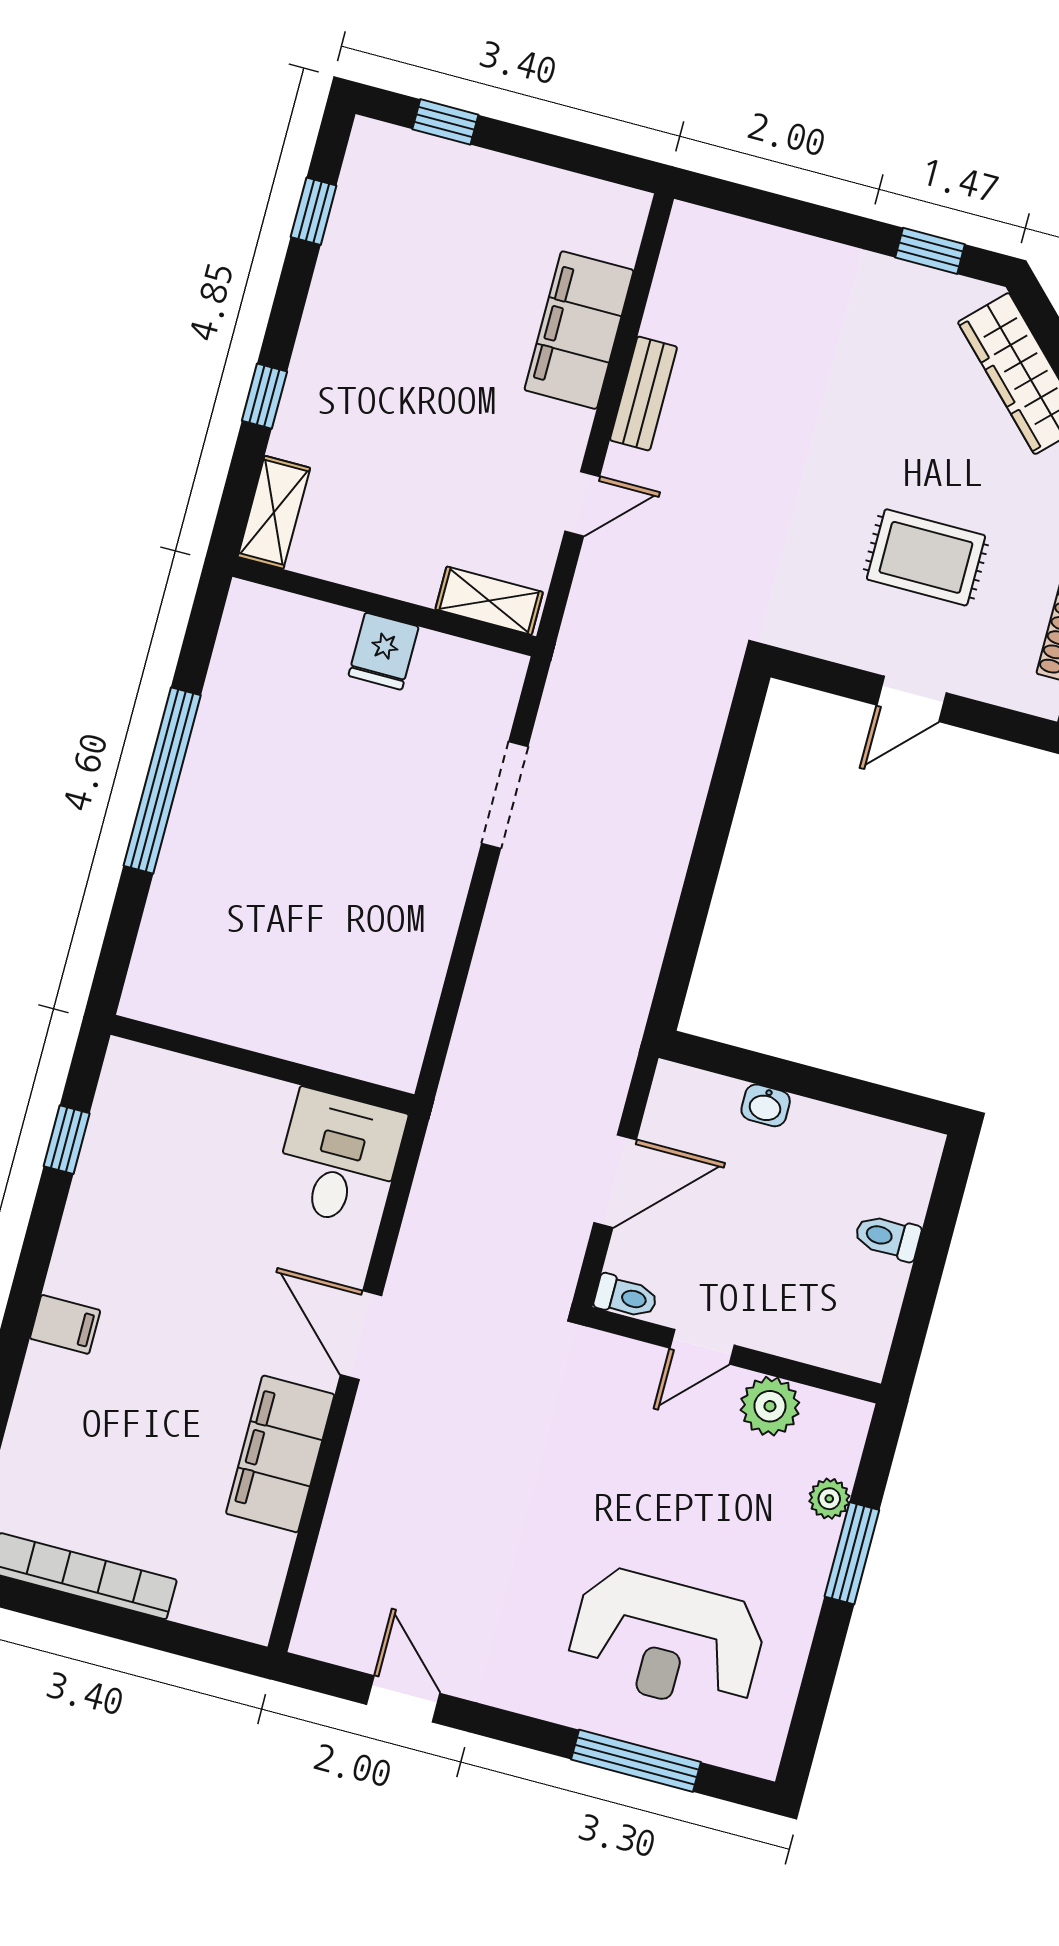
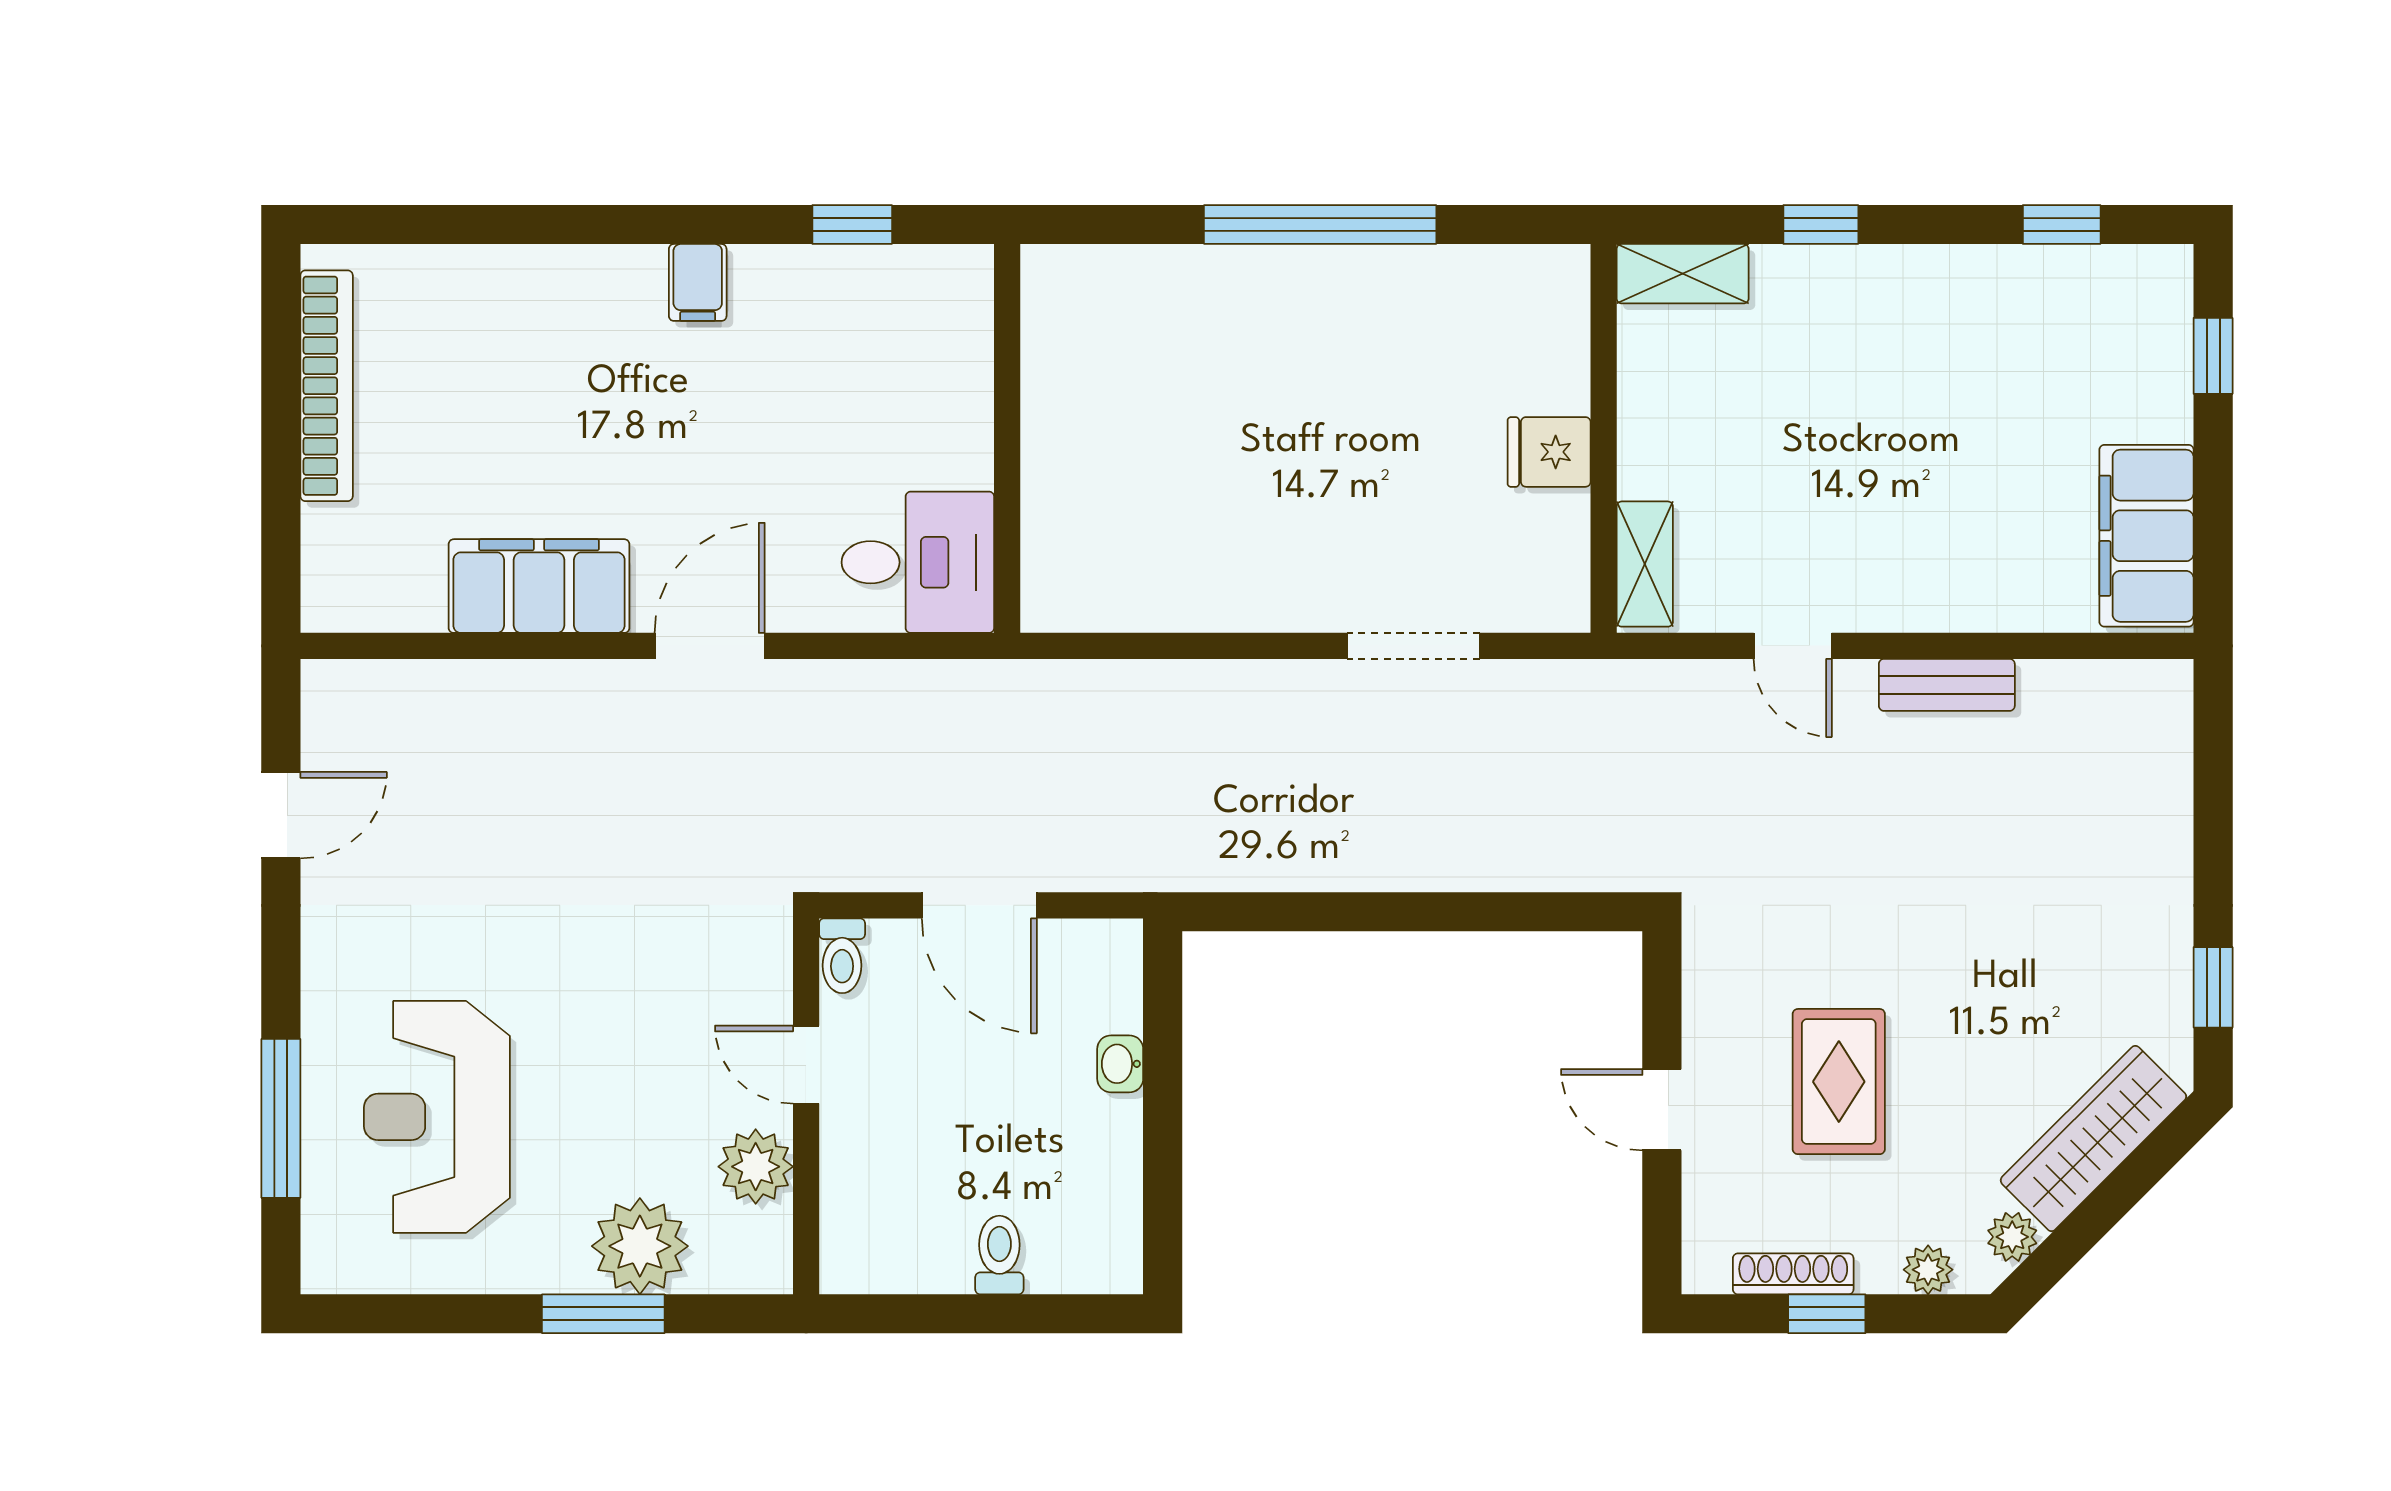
filing cabinet: (579, 330) -> (2146, 536), moved, turned -90
filing cabinet: (65, 1324) -> (698, 282), moved
plant: (829, 1499) -> (640, 1246), width x1.87, depth x1.87

